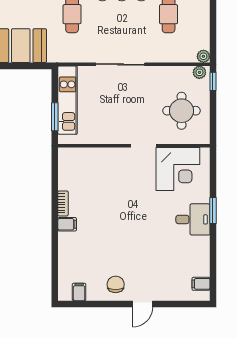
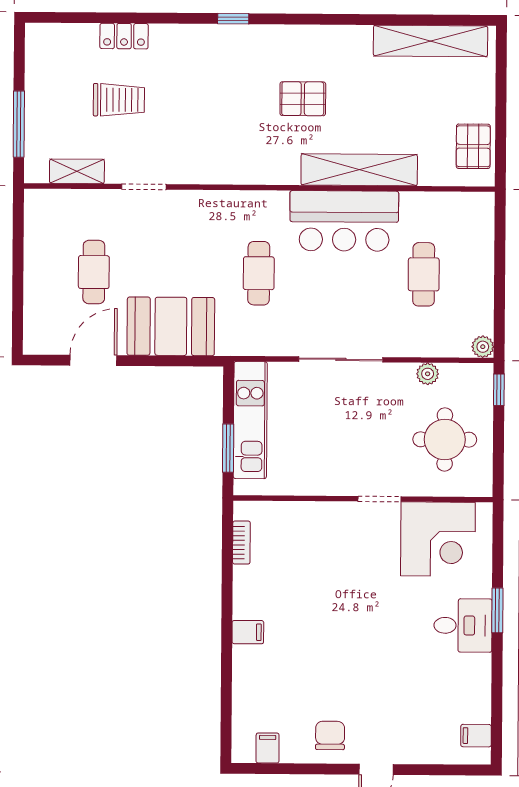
plant: (199, 72) -> (428, 374), moved
bookcase: (63, 203) -> (241, 543), moved

